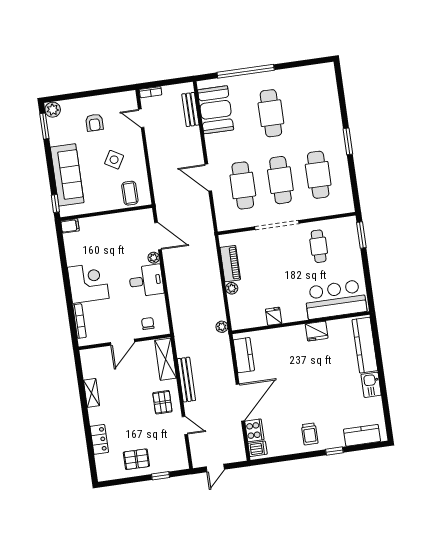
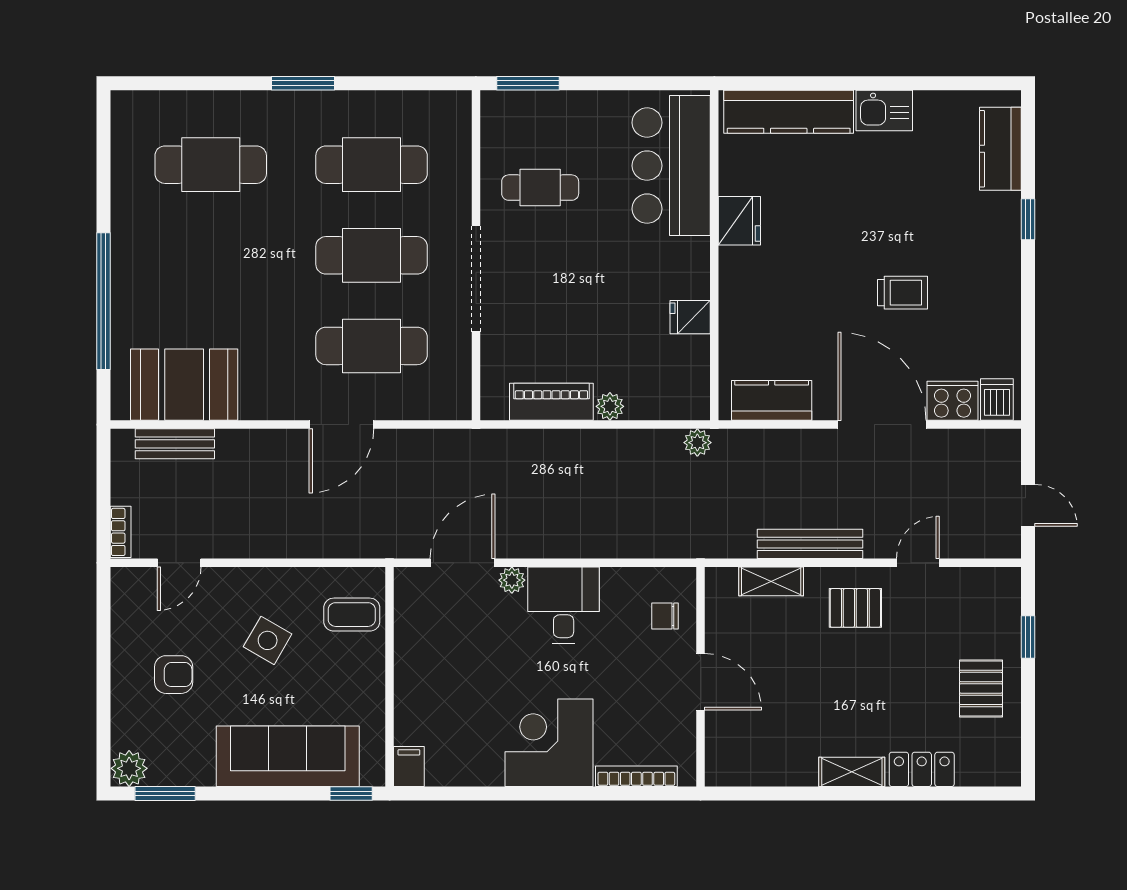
cafe table: (271, 113) -> (211, 165), moved
shelving: (166, 359) -> (771, 581), width x0.67, depth x0.75
shelving: (92, 393) -> (852, 772), moved
trolley: (310, 434) -> (902, 293), moved

